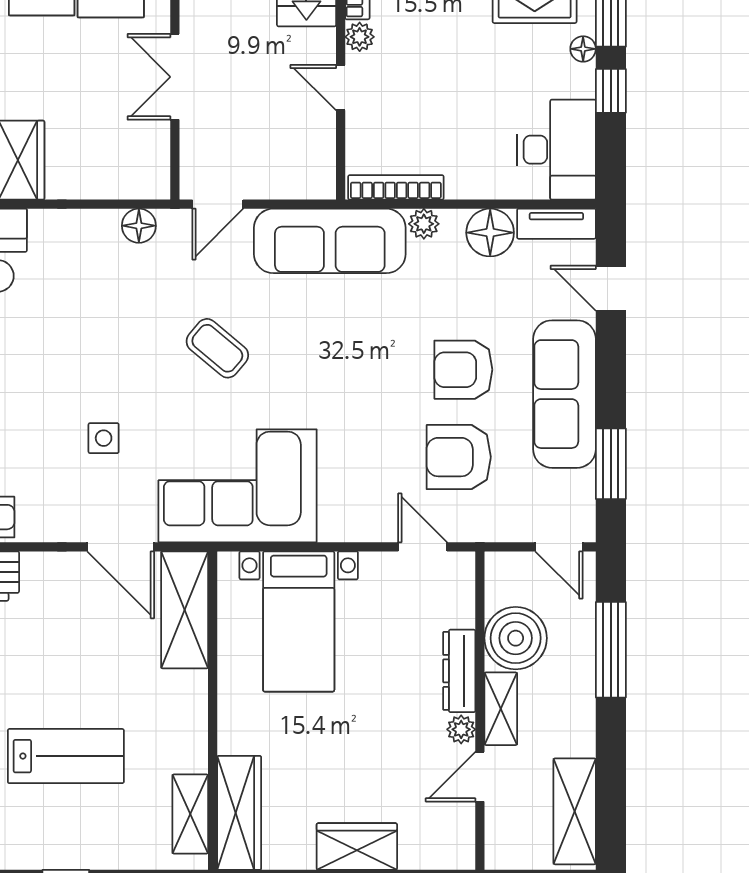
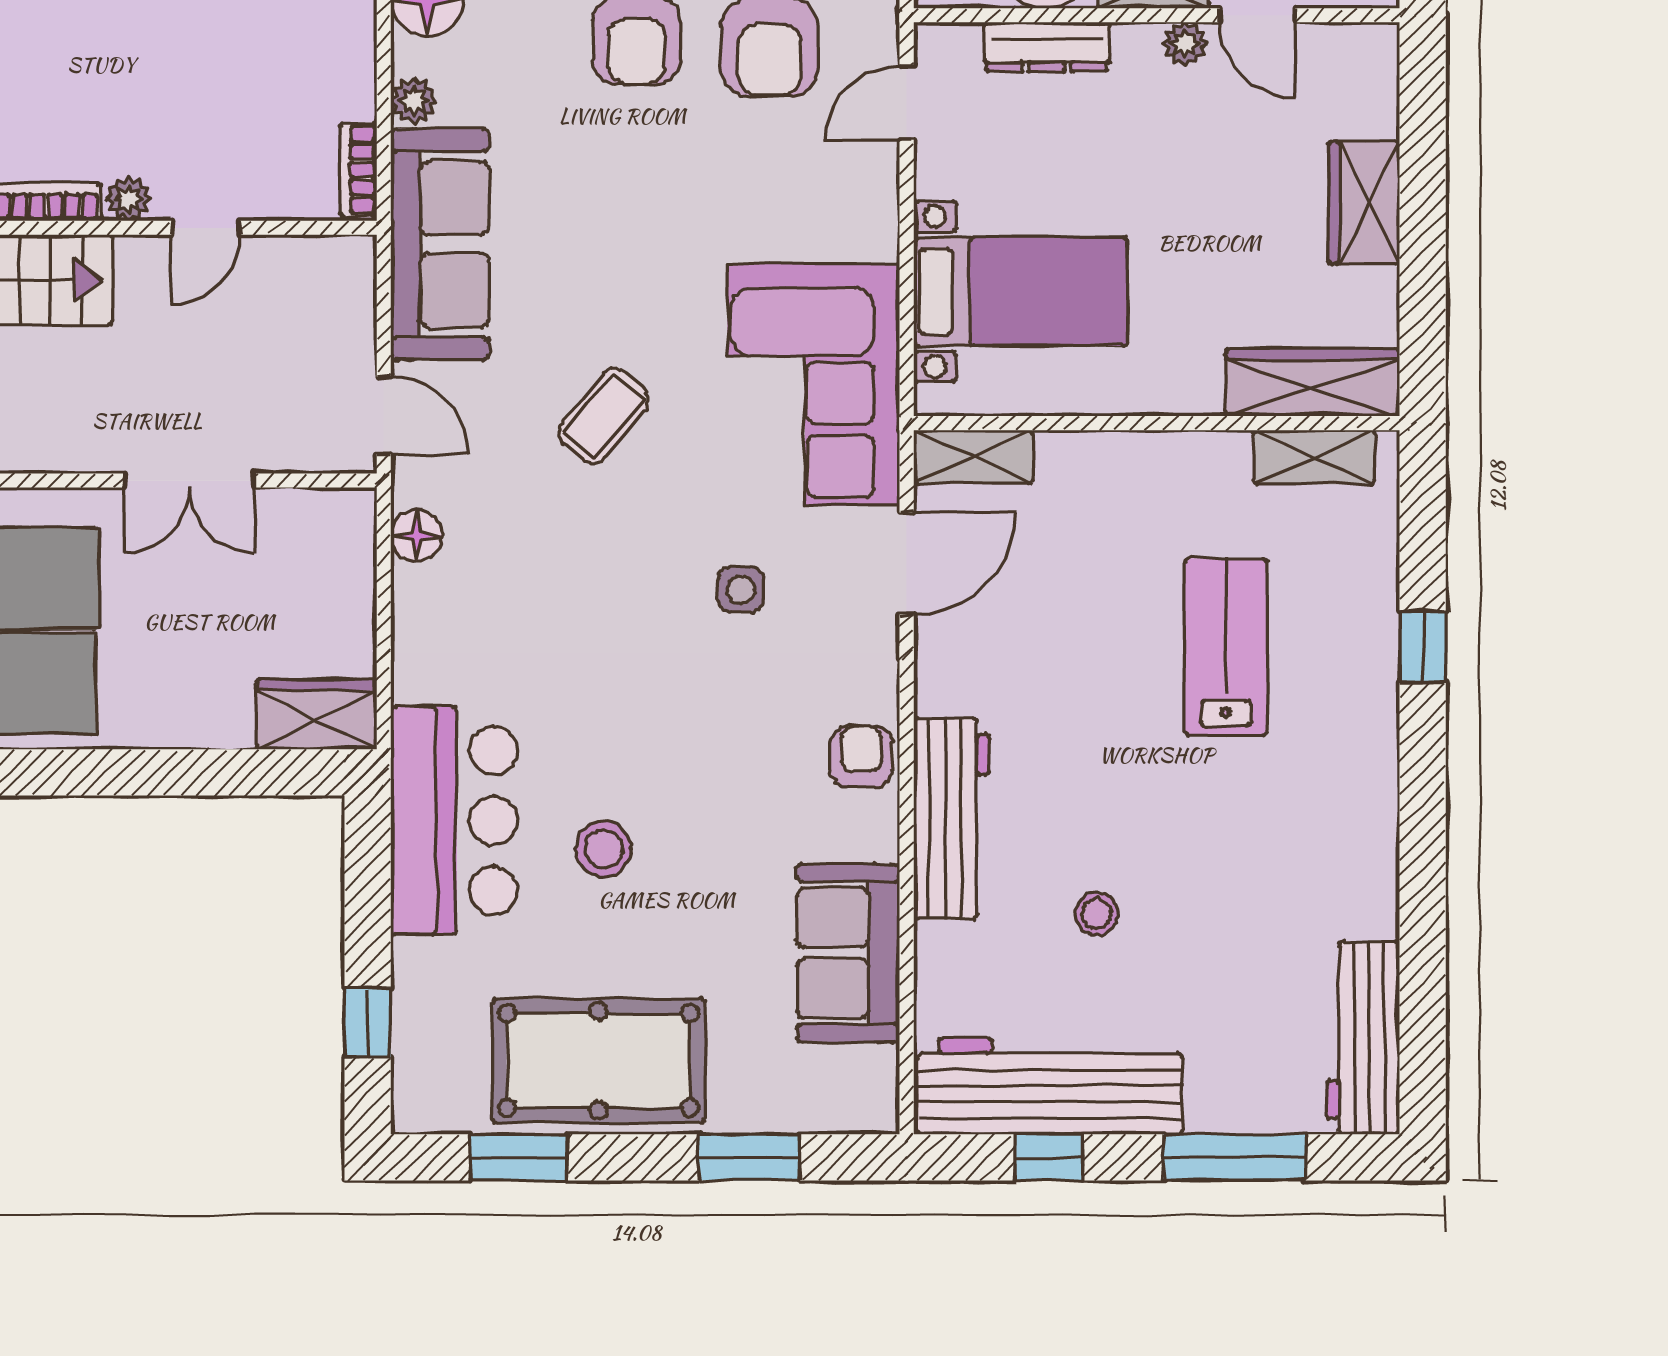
bookcase: (396, 187) -> (358, 170), width x0.64
shelving: (185, 610) -> (973, 457), width x0.67, depth x0.75
dresser: (459, 671) -> (1047, 47), moved

